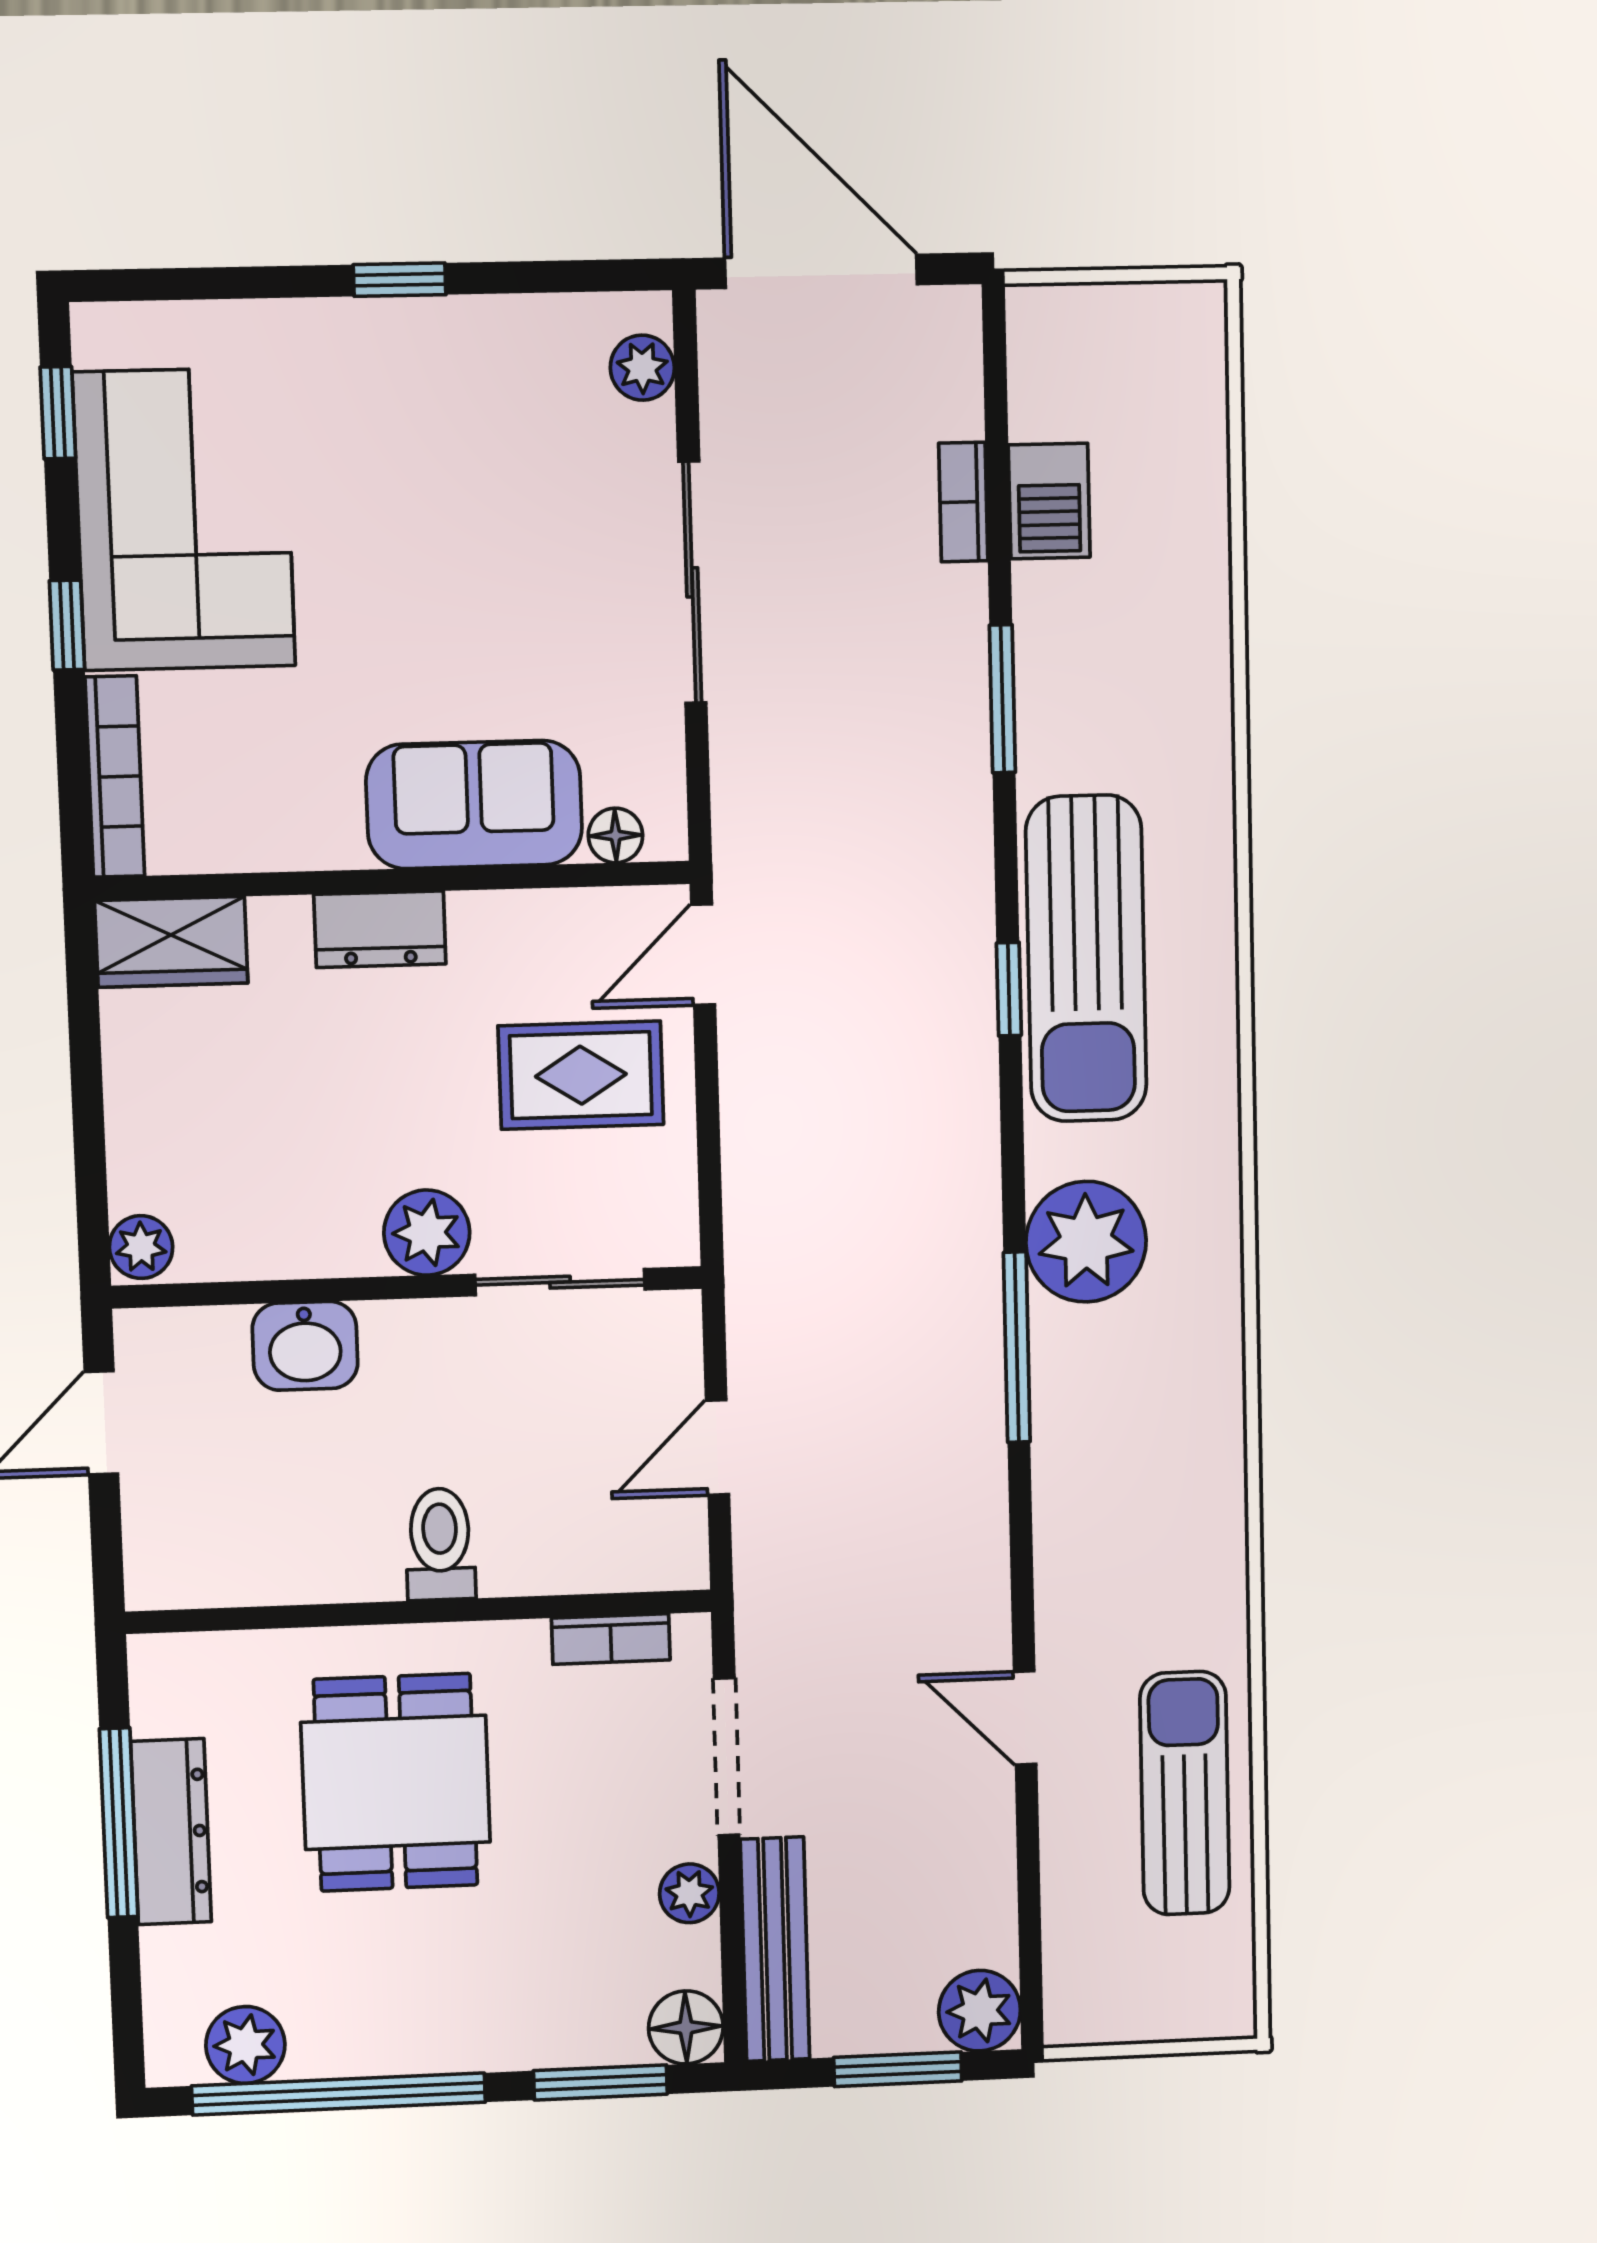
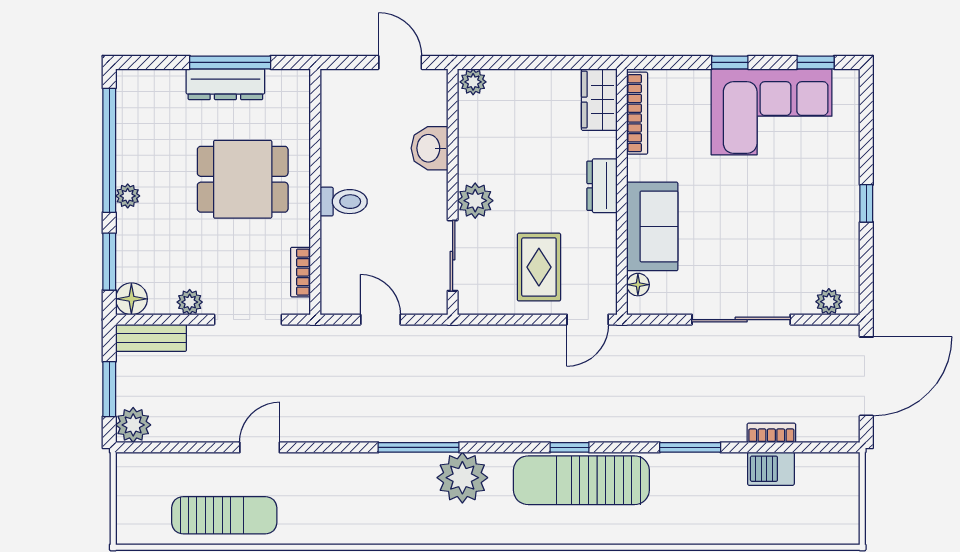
bookcase: (115, 777) -> (637, 113), moved, turned -90
door: (703, 955) -> (588, 320), swing flipped
bench: (775, 1949) -> (151, 338), width x0.73
plant: (245, 2045) -> (128, 196), moved, width x0.73, depth x0.73

